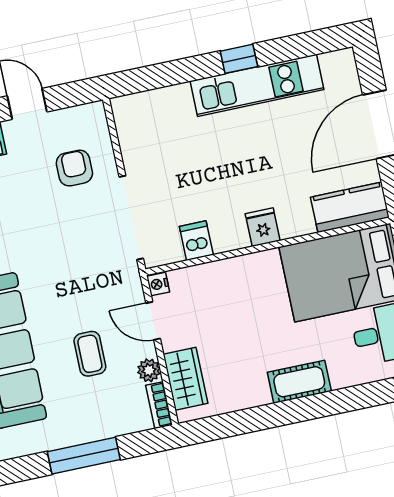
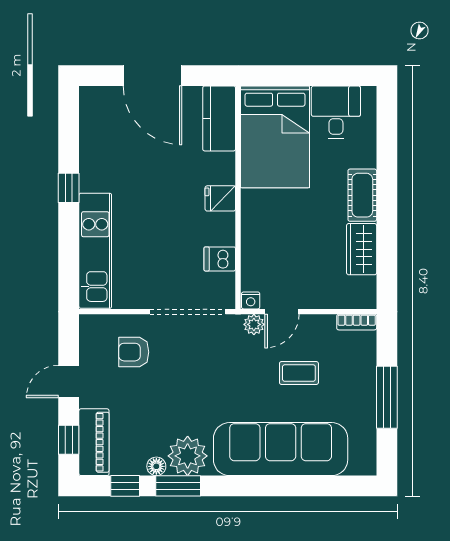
kitchen unit: (257, 85) -> (95, 251), moved
plant: (149, 370) -> (254, 324), moved
wardrobe: (185, 379) -> (362, 249), moved, turned -90

